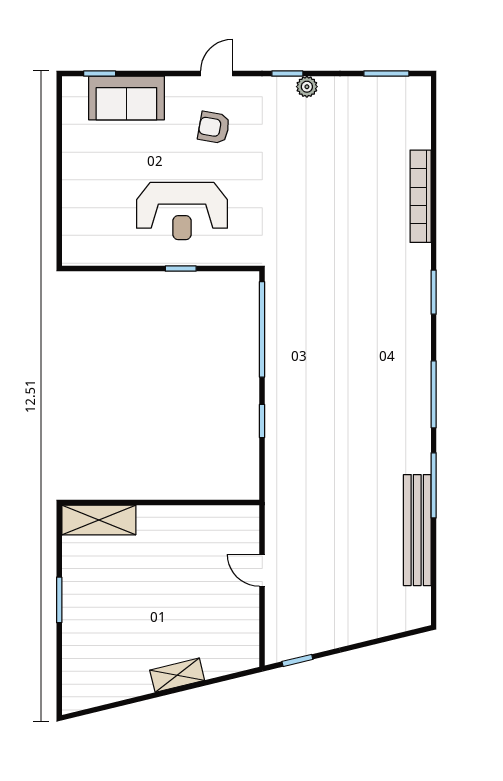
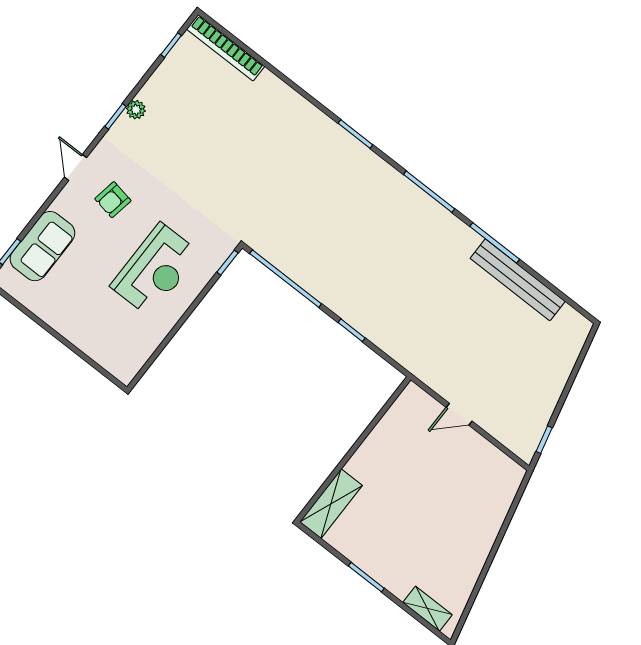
window: (386, 74) -> (171, 45), width x0.67
bookcase: (421, 196) -> (226, 48), moved
window: (181, 269) -> (228, 263), moved
shelving: (177, 675) -> (427, 609), moved, turned -76

